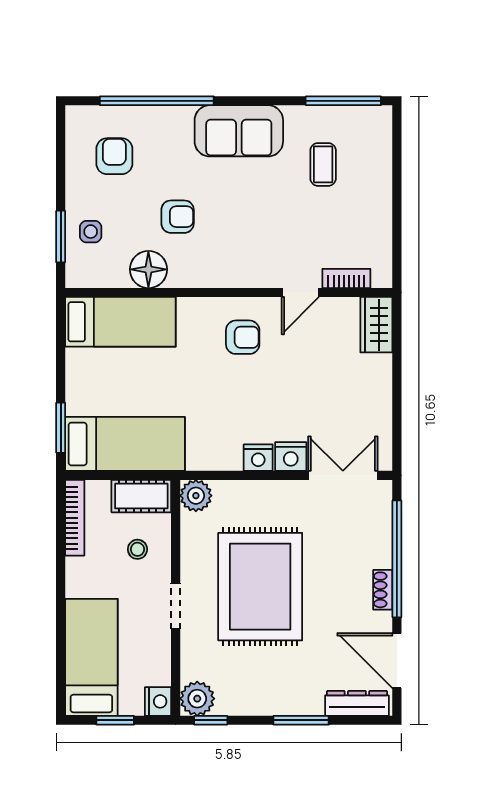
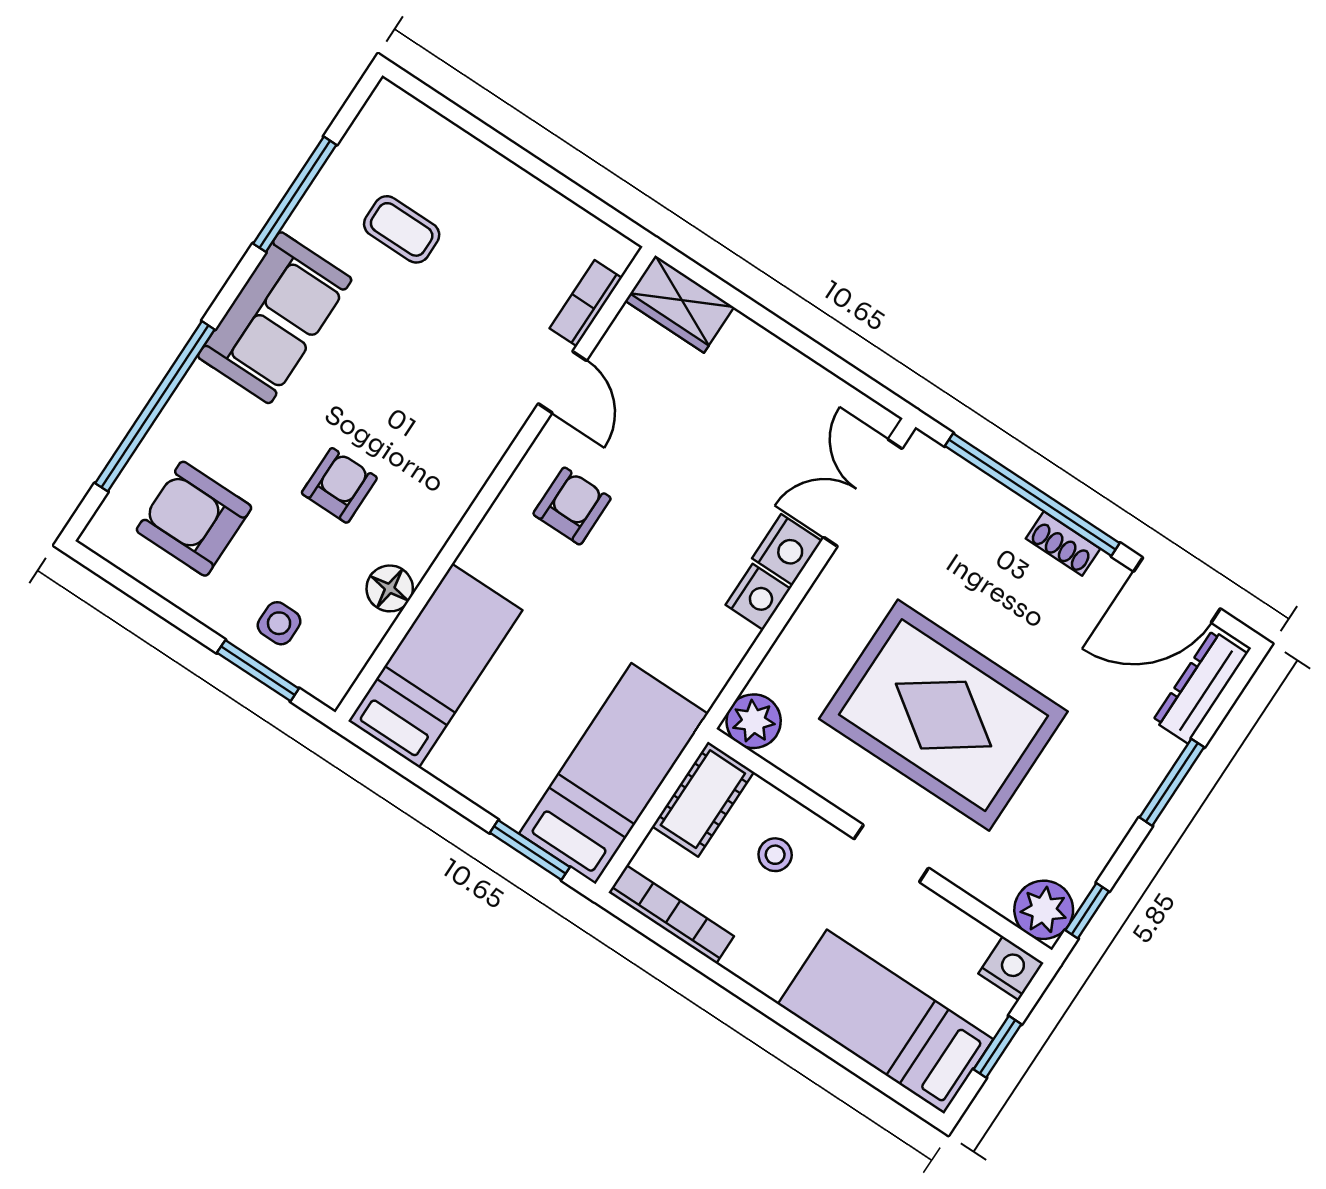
window: (343, 101) -> (295, 194), moved
armchair: (114, 156) -> (194, 519), width x1.38, depth x1.38
floor lamp: (148, 269) -> (390, 588), width x0.73, depth x0.73

